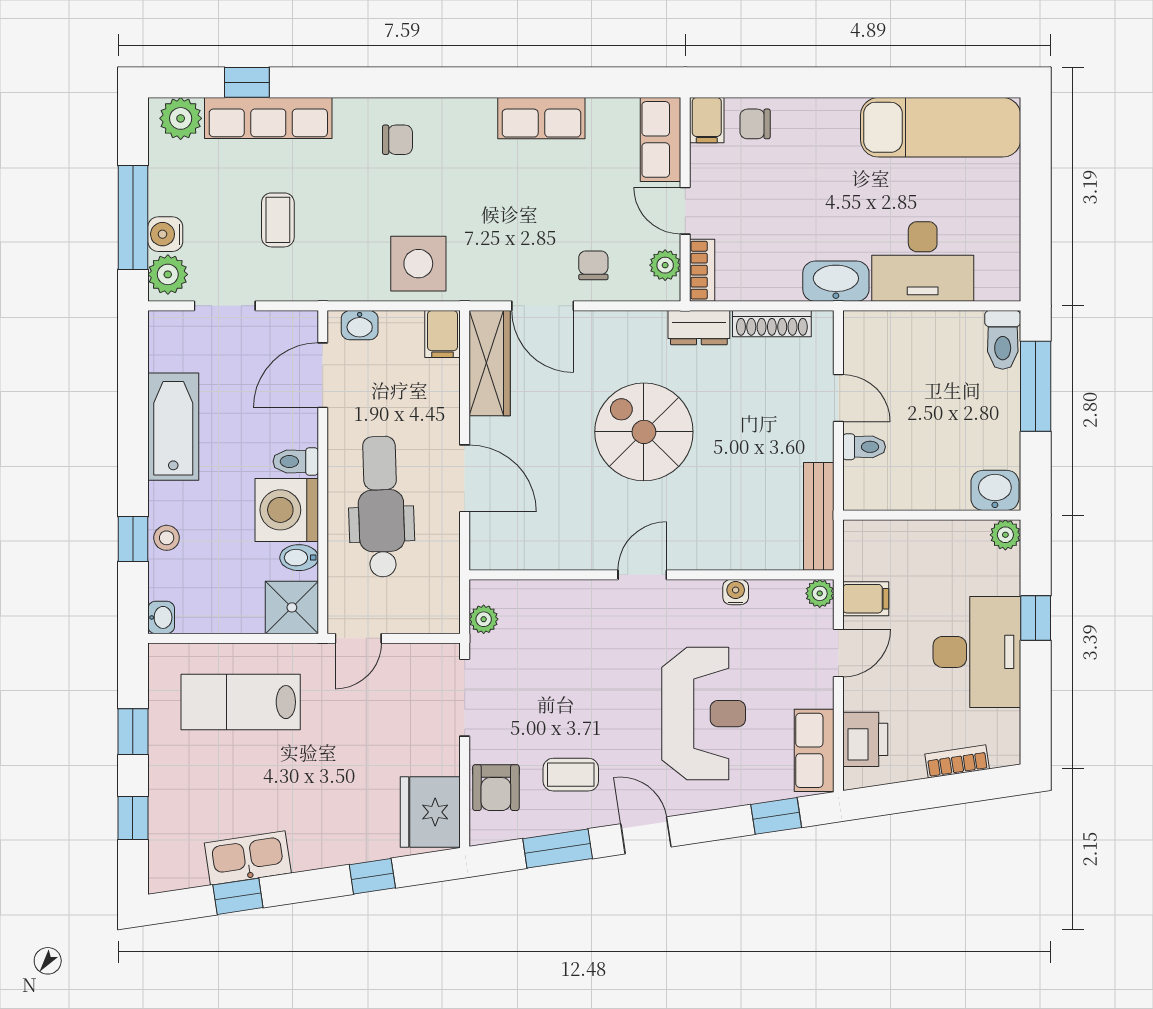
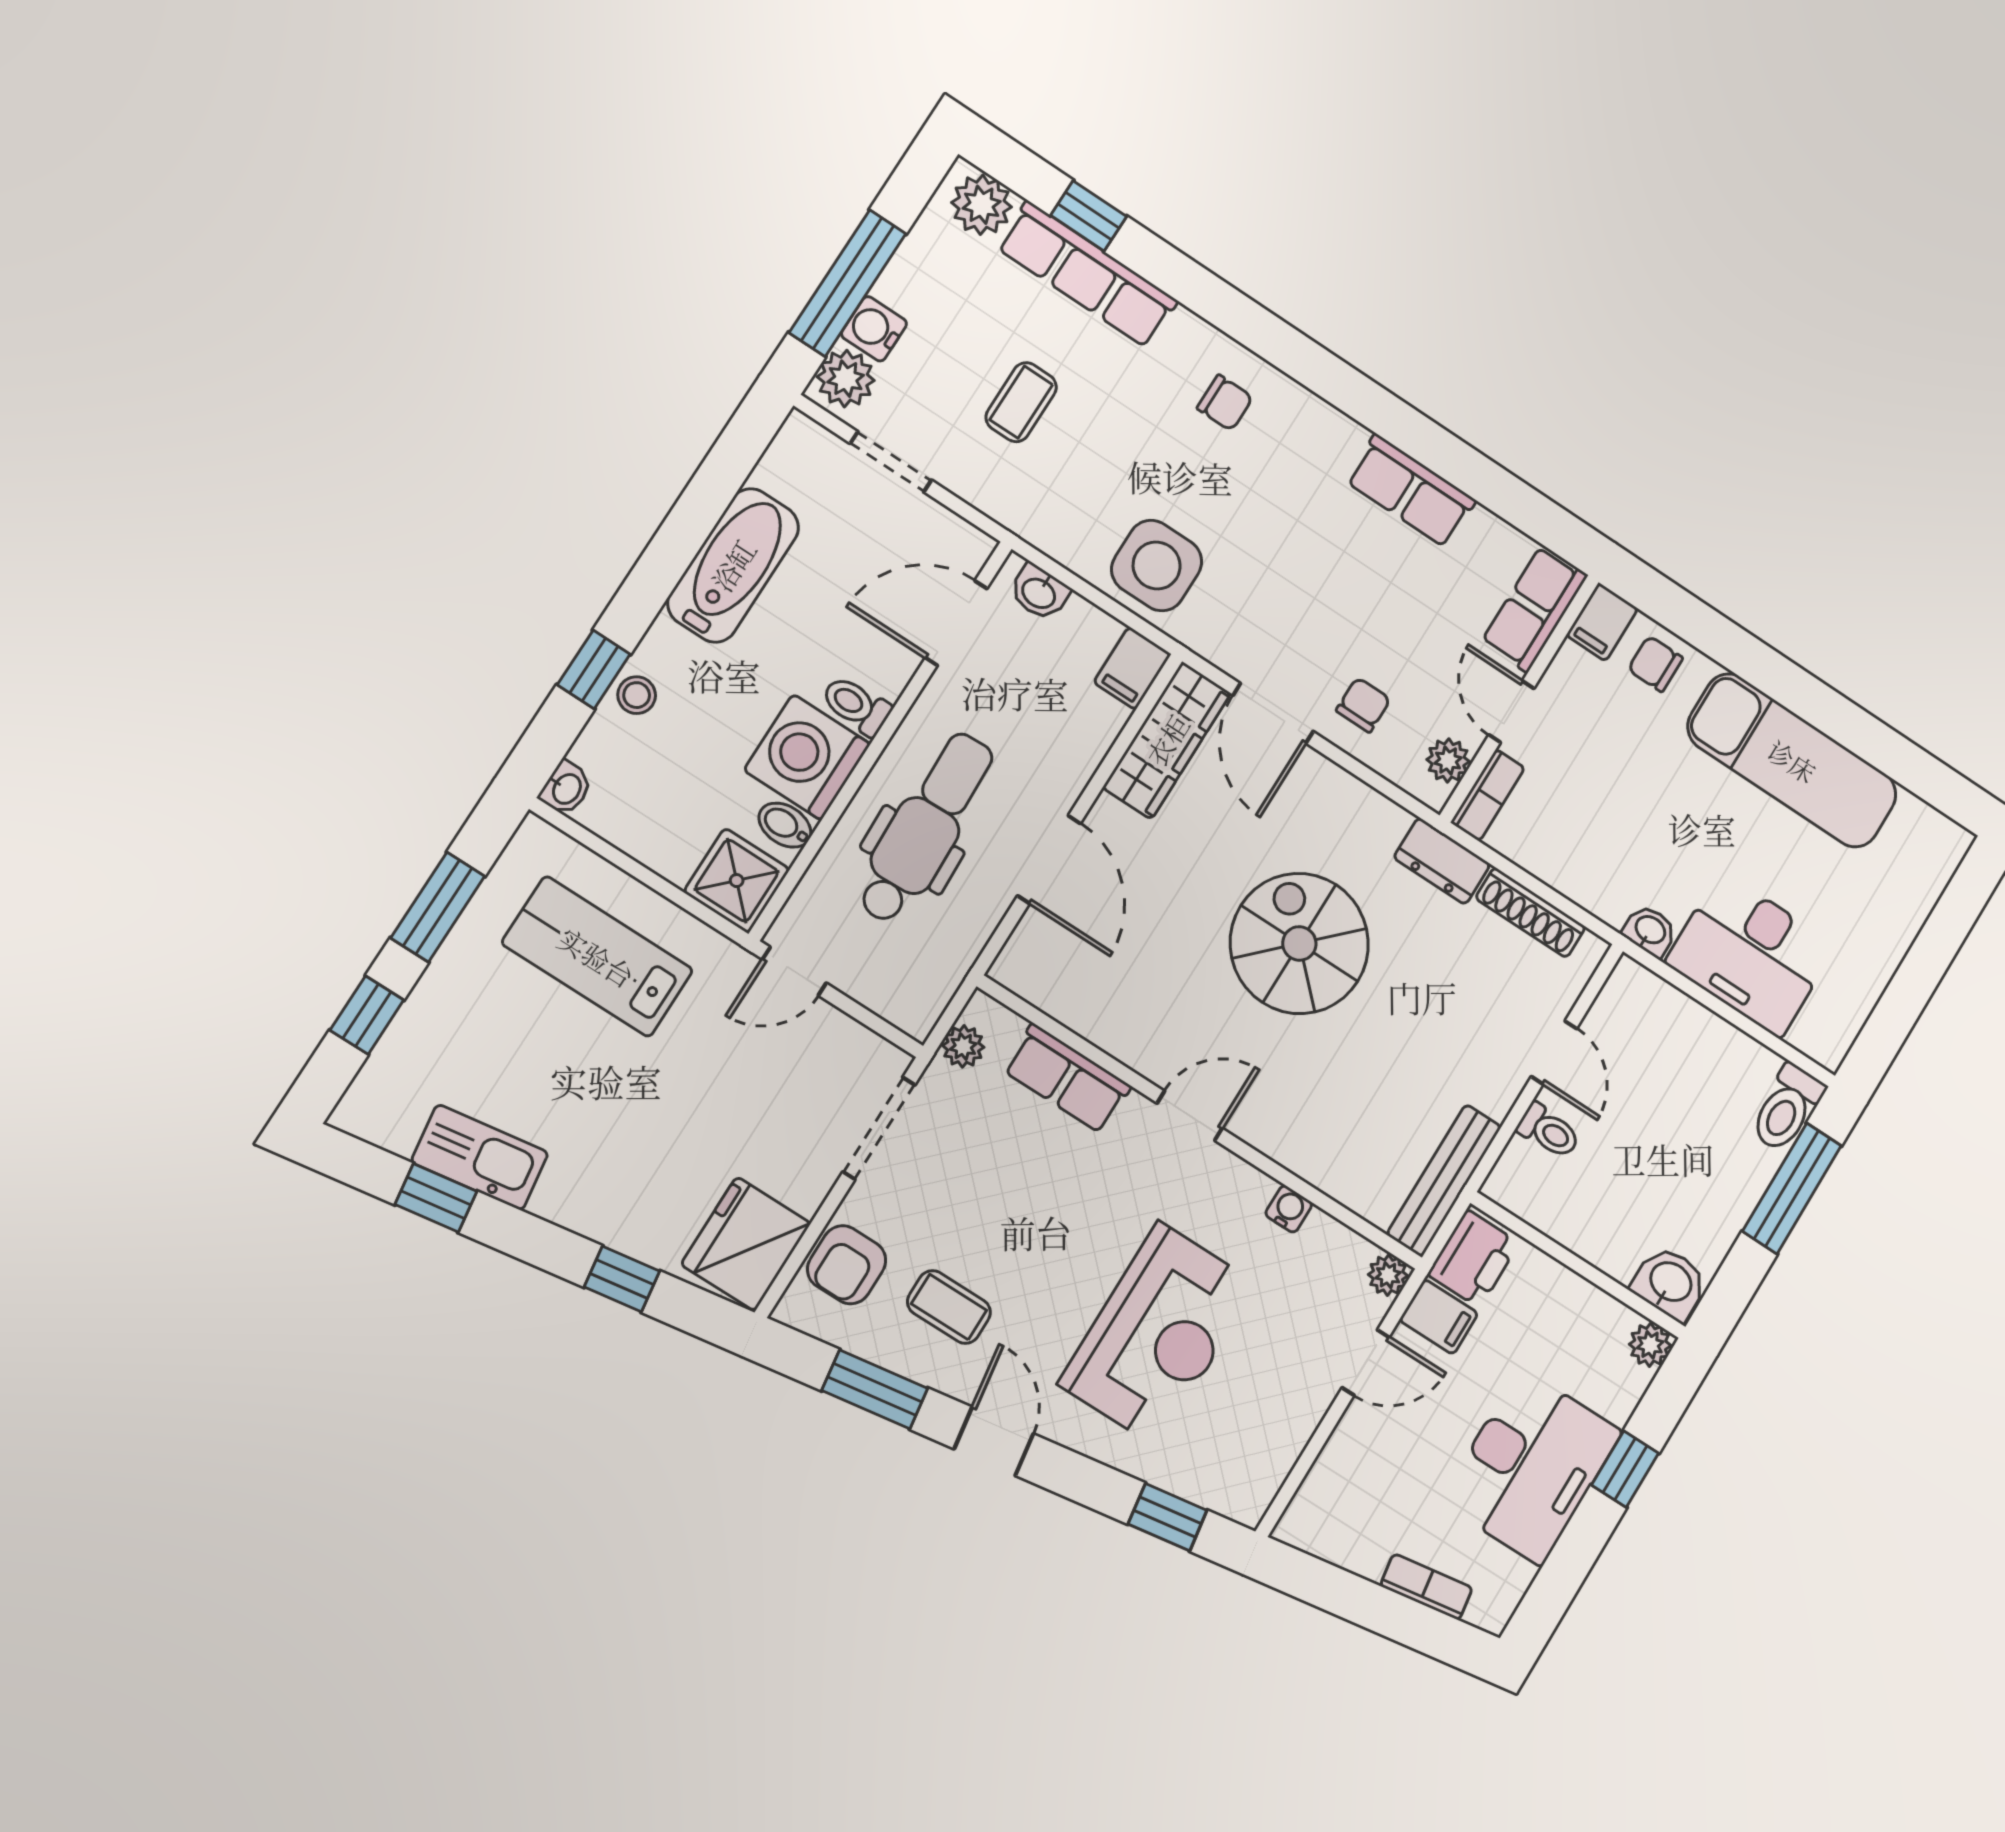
exam couch: (941, 127) -> (1792, 761), moved
washbasin: (836, 281) -> (1650, 931), width x0.52, depth x0.69
window: (133, 732) -> (438, 907), width x1.50
printer: (865, 739) -> (1473, 1259), moved
row of seats: (814, 750) -> (1067, 1078), moved, turned -90

